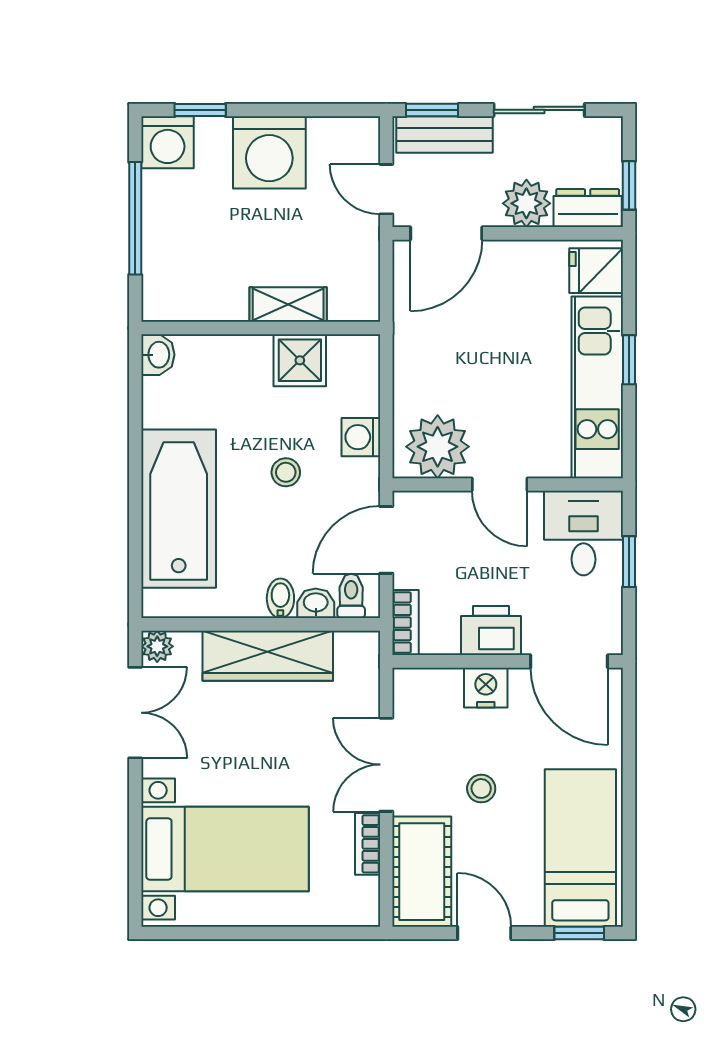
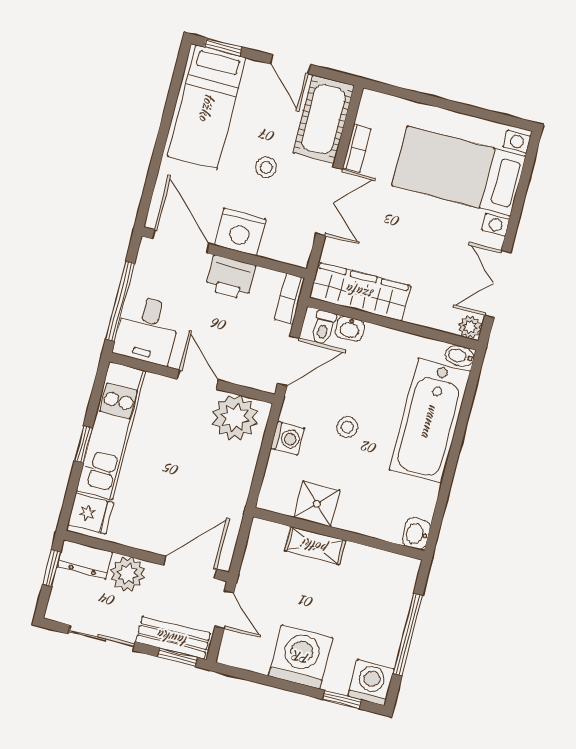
window: (629, 562) -> (120, 301), width x2.17
bidet: (280, 598) -> (460, 356), moved, turned 90
wardrobe: (268, 656) -> (360, 292), moved
nightstand: (486, 688) -> (240, 232), width x1.36, depth x1.33

